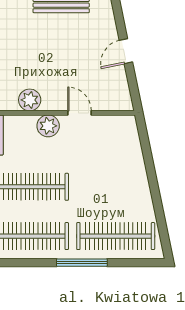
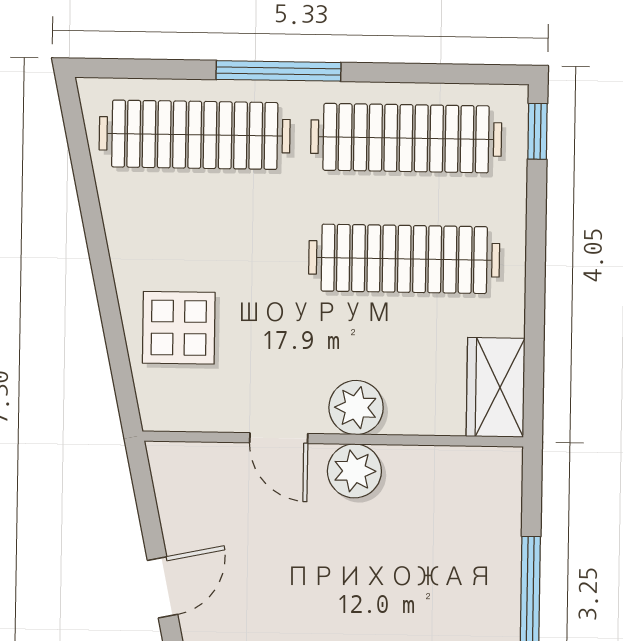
plant: (30, 100) -> (354, 471), moved
display table: (121, 157) -> (179, 328), added

